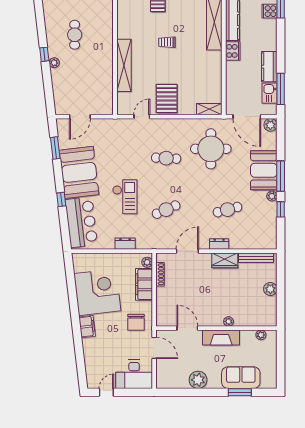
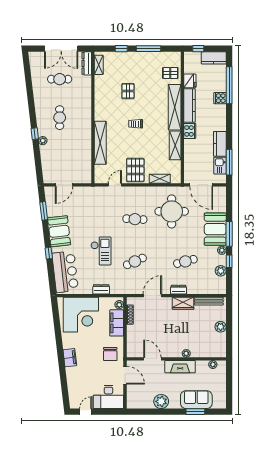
shelving: (215, 69) -> (175, 145), added
shelving: (209, 109) -> (160, 179), moved
plant: (270, 125) -> (221, 271), moved
booth: (79, 172) -> (59, 231), width x0.73, depth x0.70
corner desk: (97, 292) -> (81, 315), moved, turned 97

